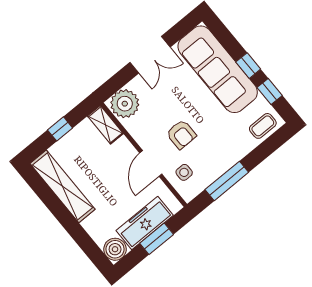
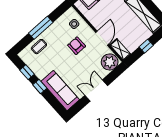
sofa: (218, 69) -> (60, 91), width x0.74, depth x0.79
coffee table: (263, 126) -> (39, 47), moved
door: (151, 163) -> (102, 38), moved
window: (227, 181) -> (41, 28), moved

